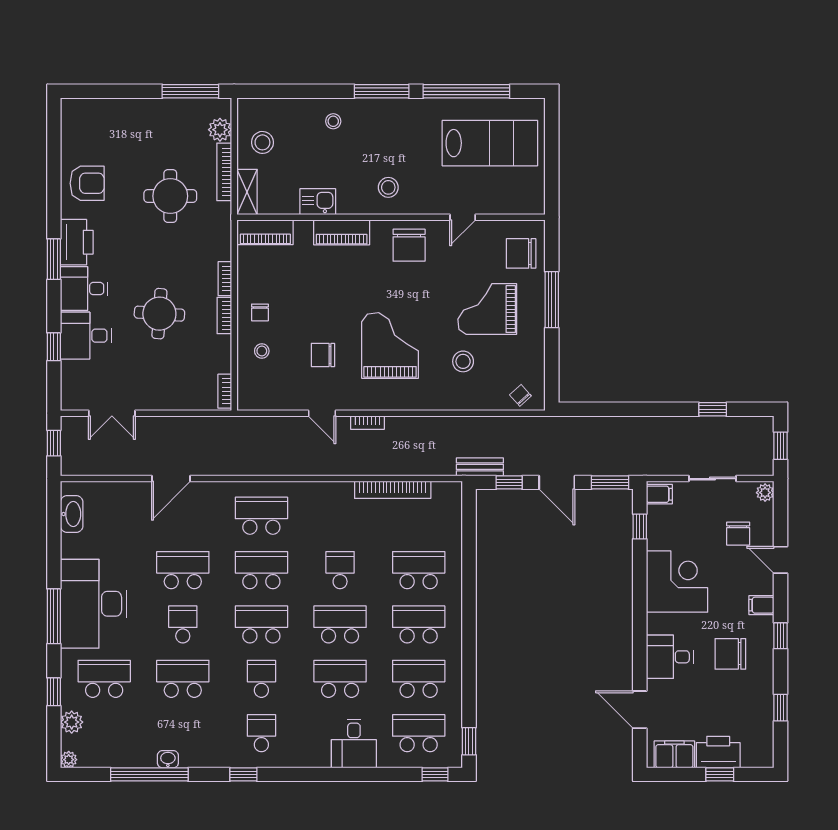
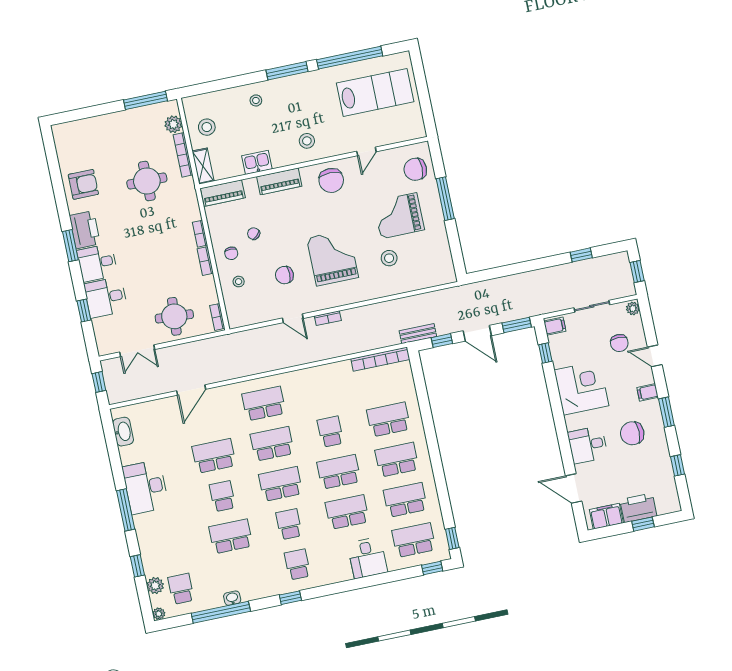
round table: (159, 314) -> (174, 316), moved
chair: (520, 395) -> (254, 234), moved
bookcase: (393, 490) -> (380, 359), moved
desk: (94, 604) -> (146, 487), width x0.73, depth x0.77
window: (780, 636) -> (666, 412), width x1.50
school desk: (104, 679) -> (181, 589), moved, width x0.54

